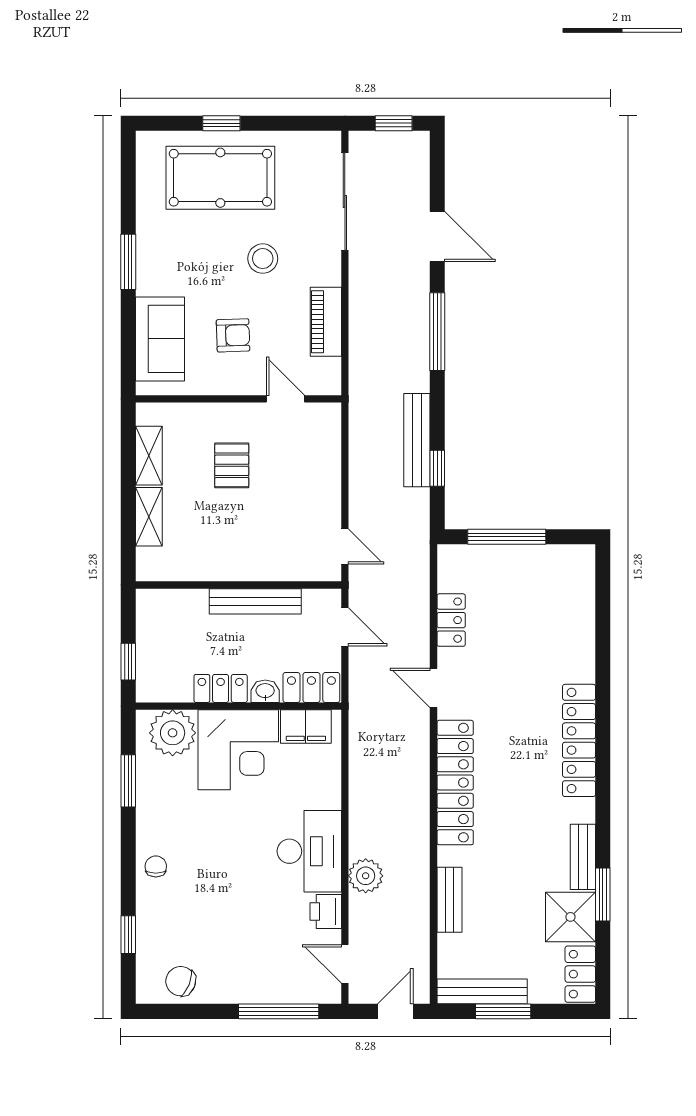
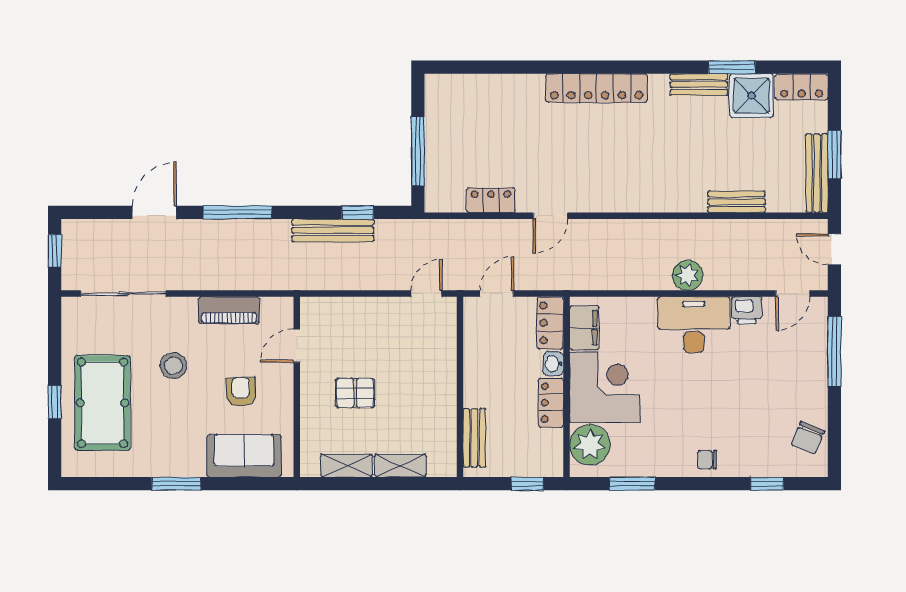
bench: (255, 601) -> (474, 438), moved, width x0.73
locker: (455, 783) -> (634, 197), removed
plant: (366, 876) -> (688, 275), moved

